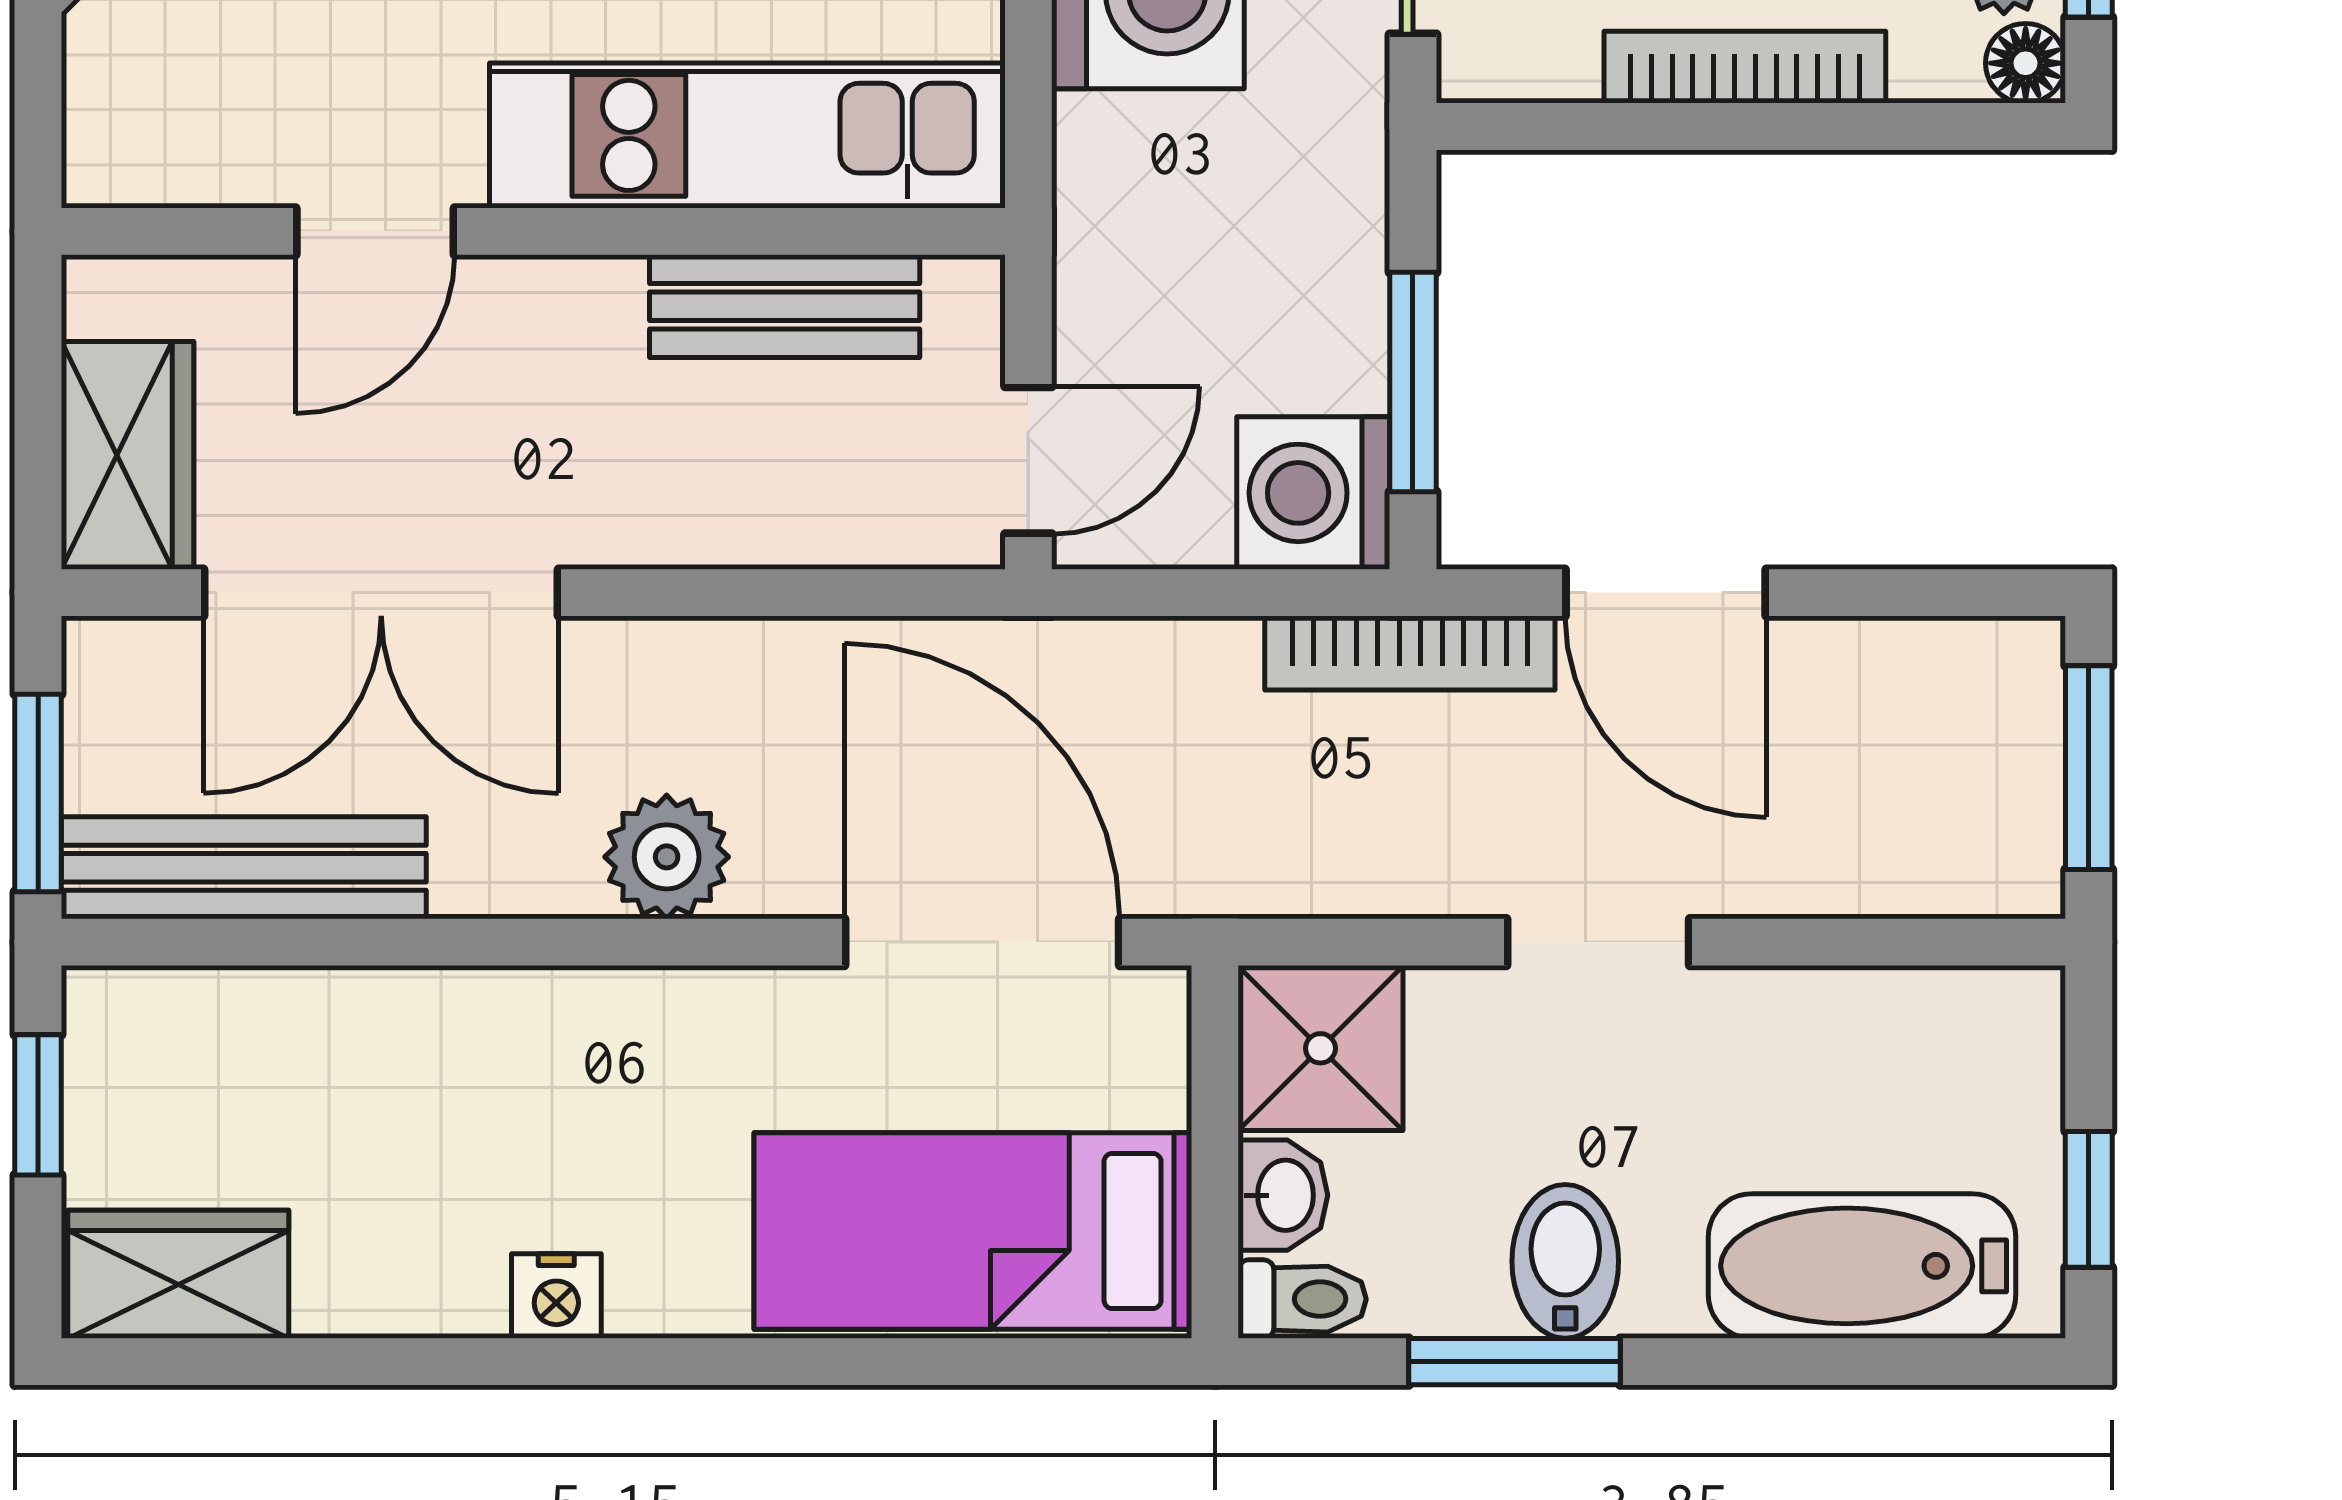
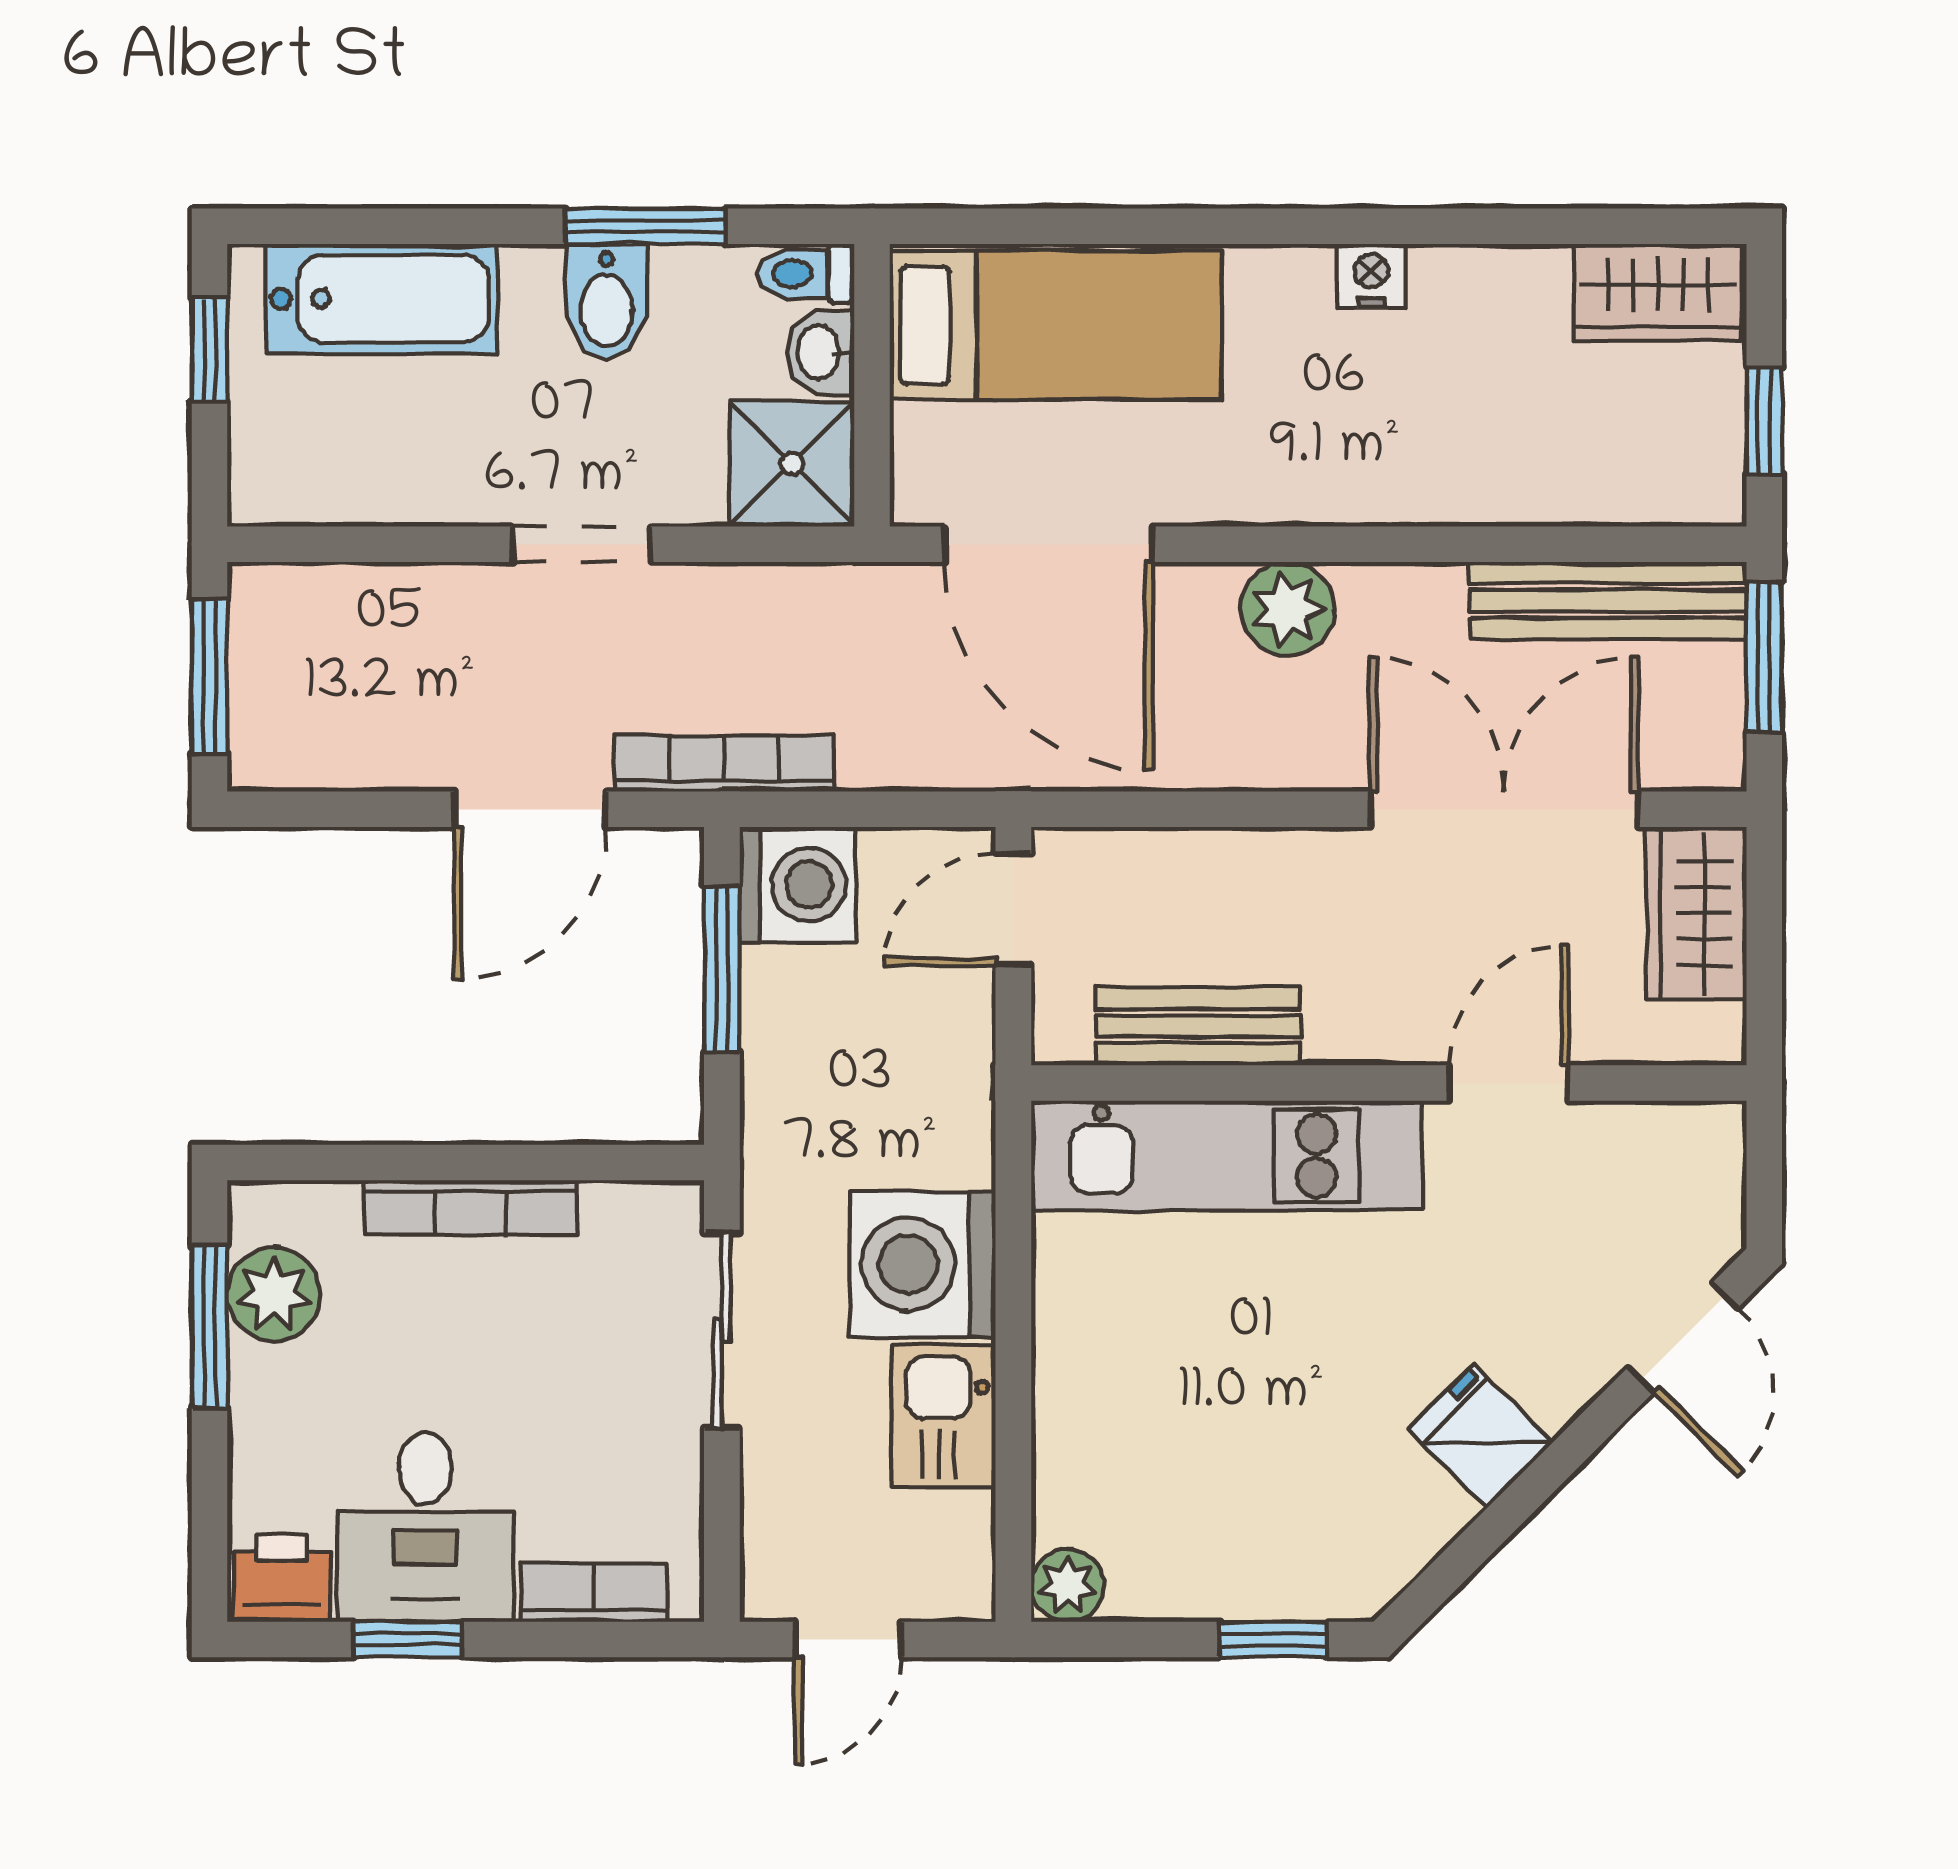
floor lamp: (2026, 63) -> (258, 1210), removed
door: (1666, 593) -> (530, 809), swing flipped

